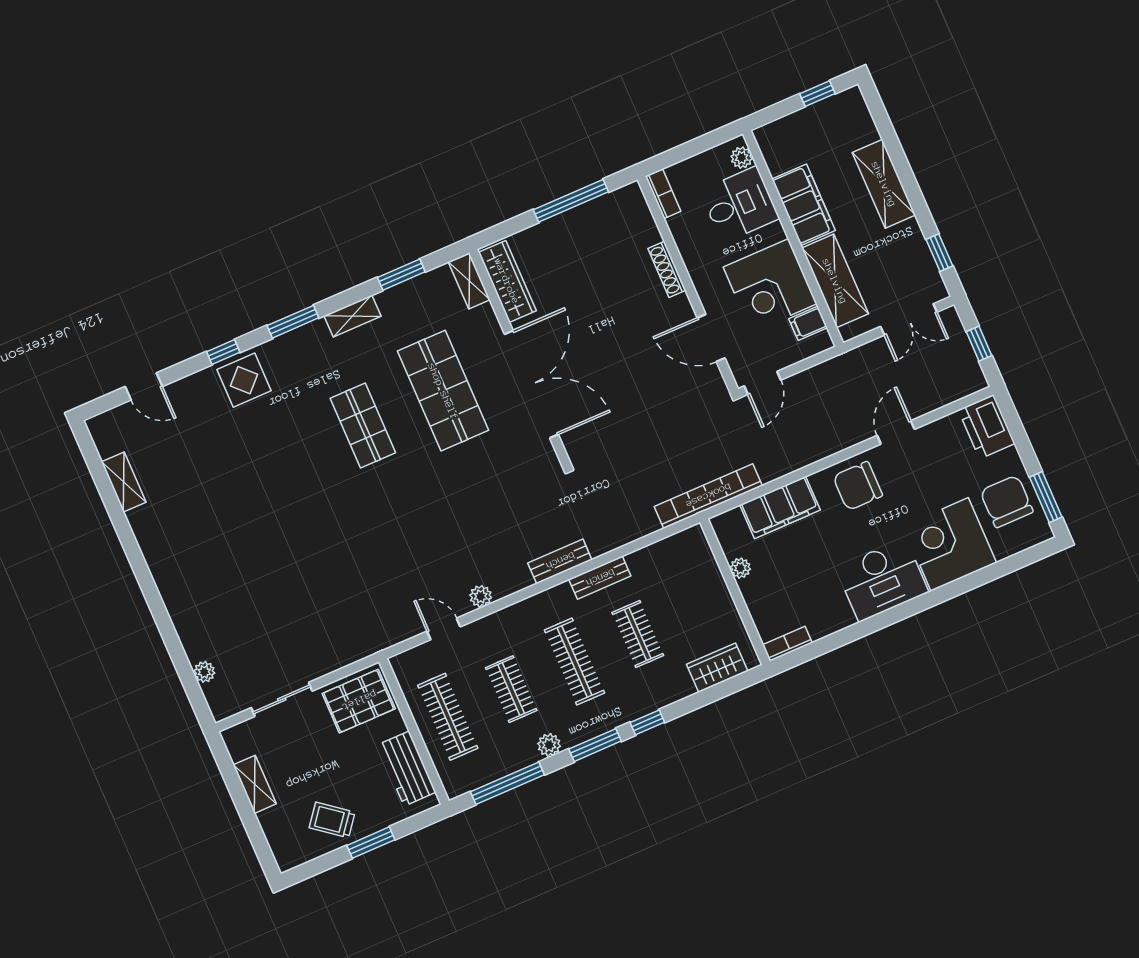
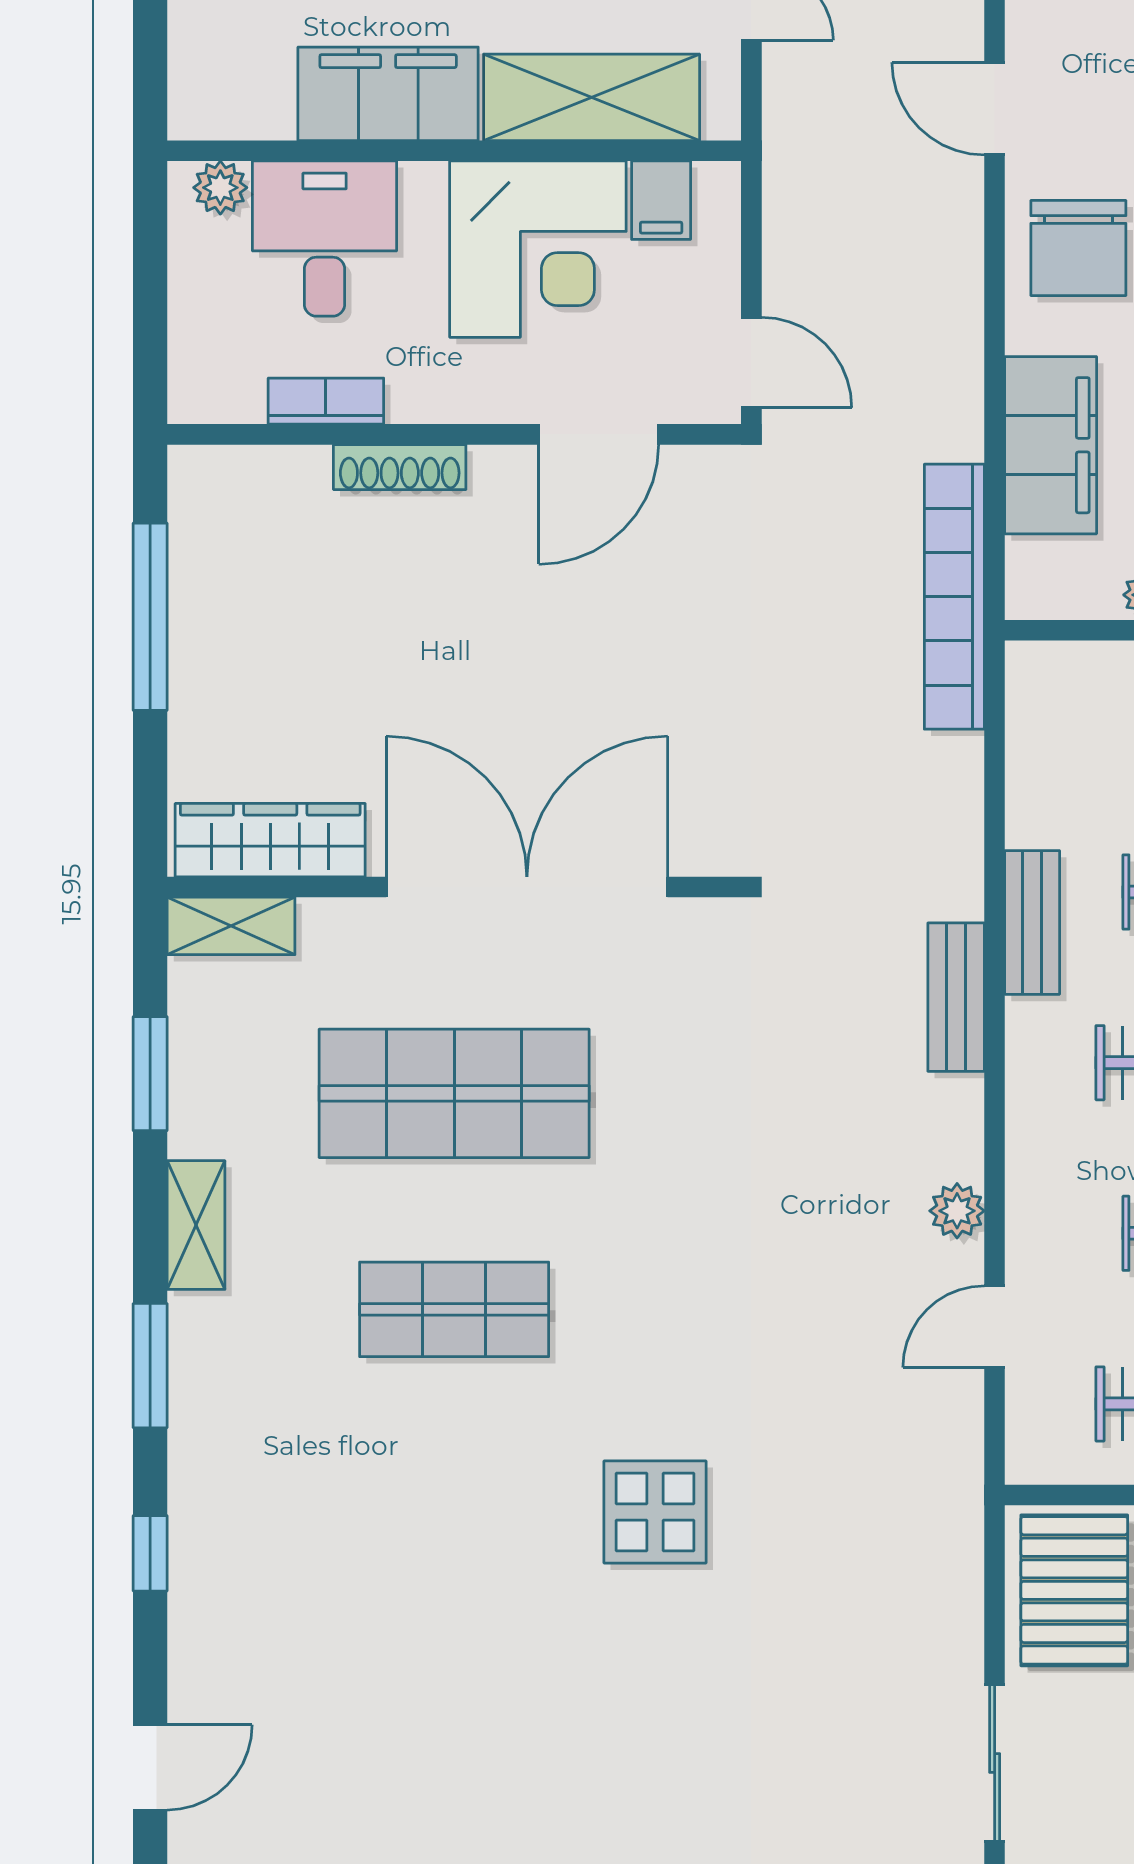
bookcase: (663, 194) -> (326, 401), moved
display table: (244, 380) -> (655, 1512), moved

